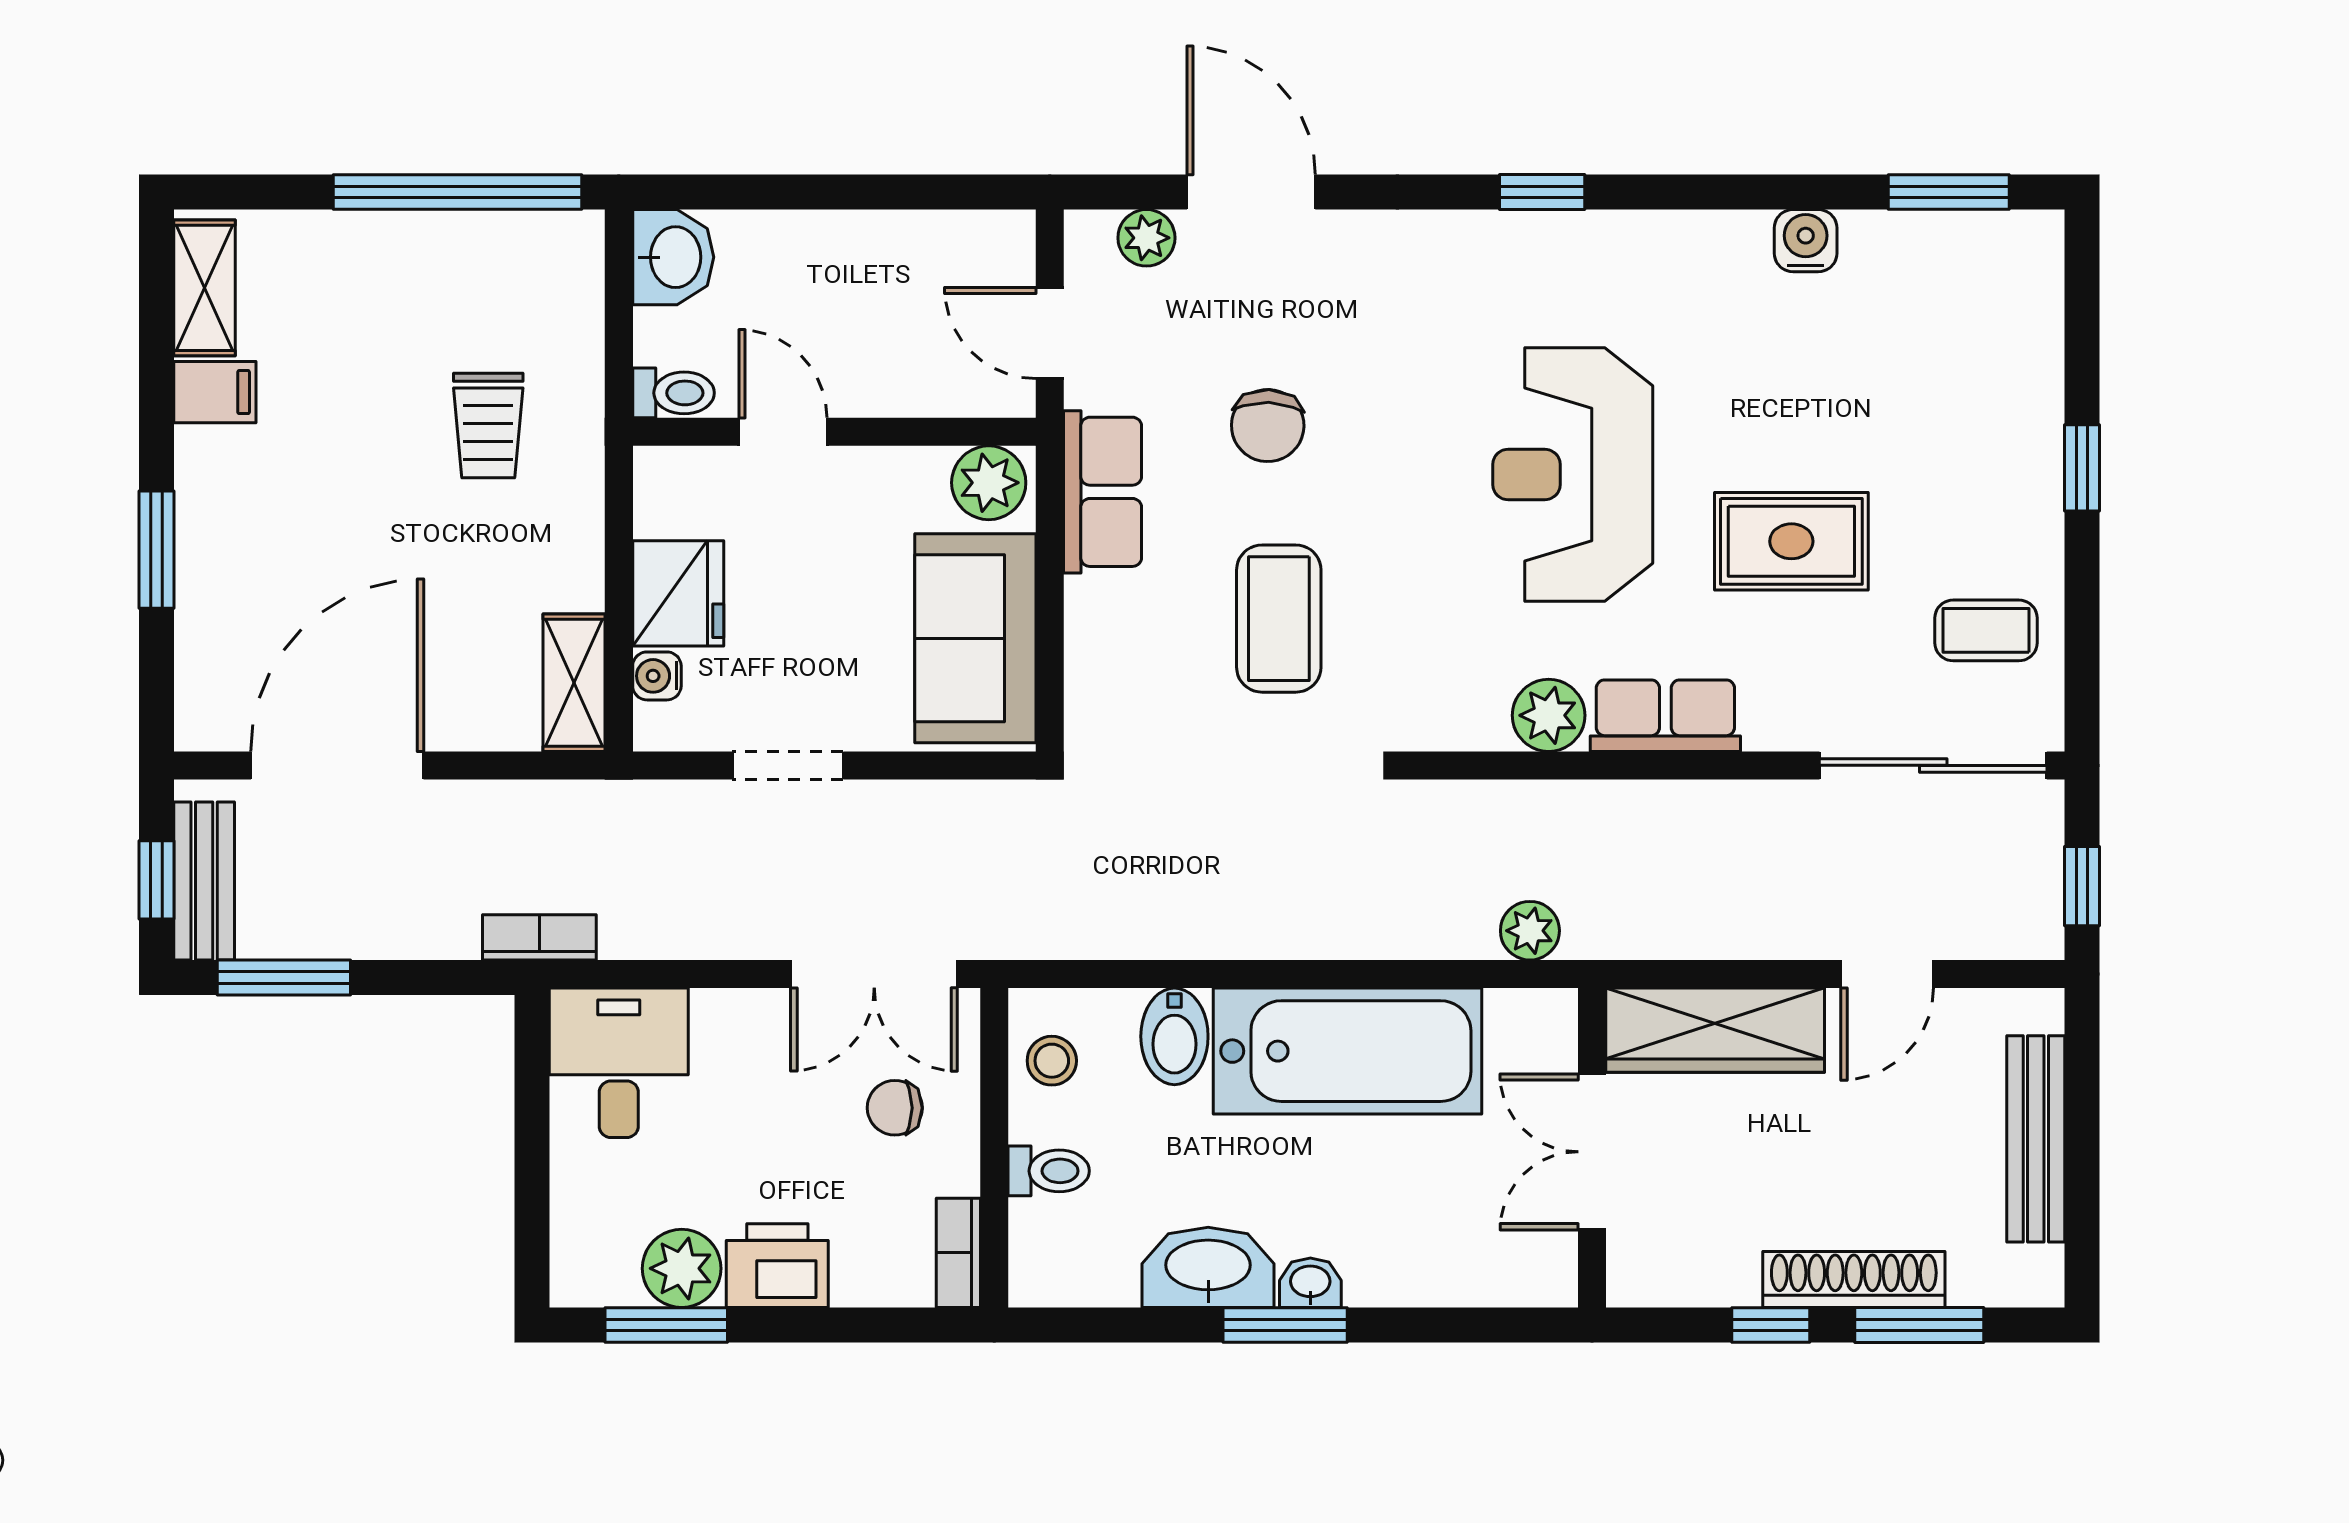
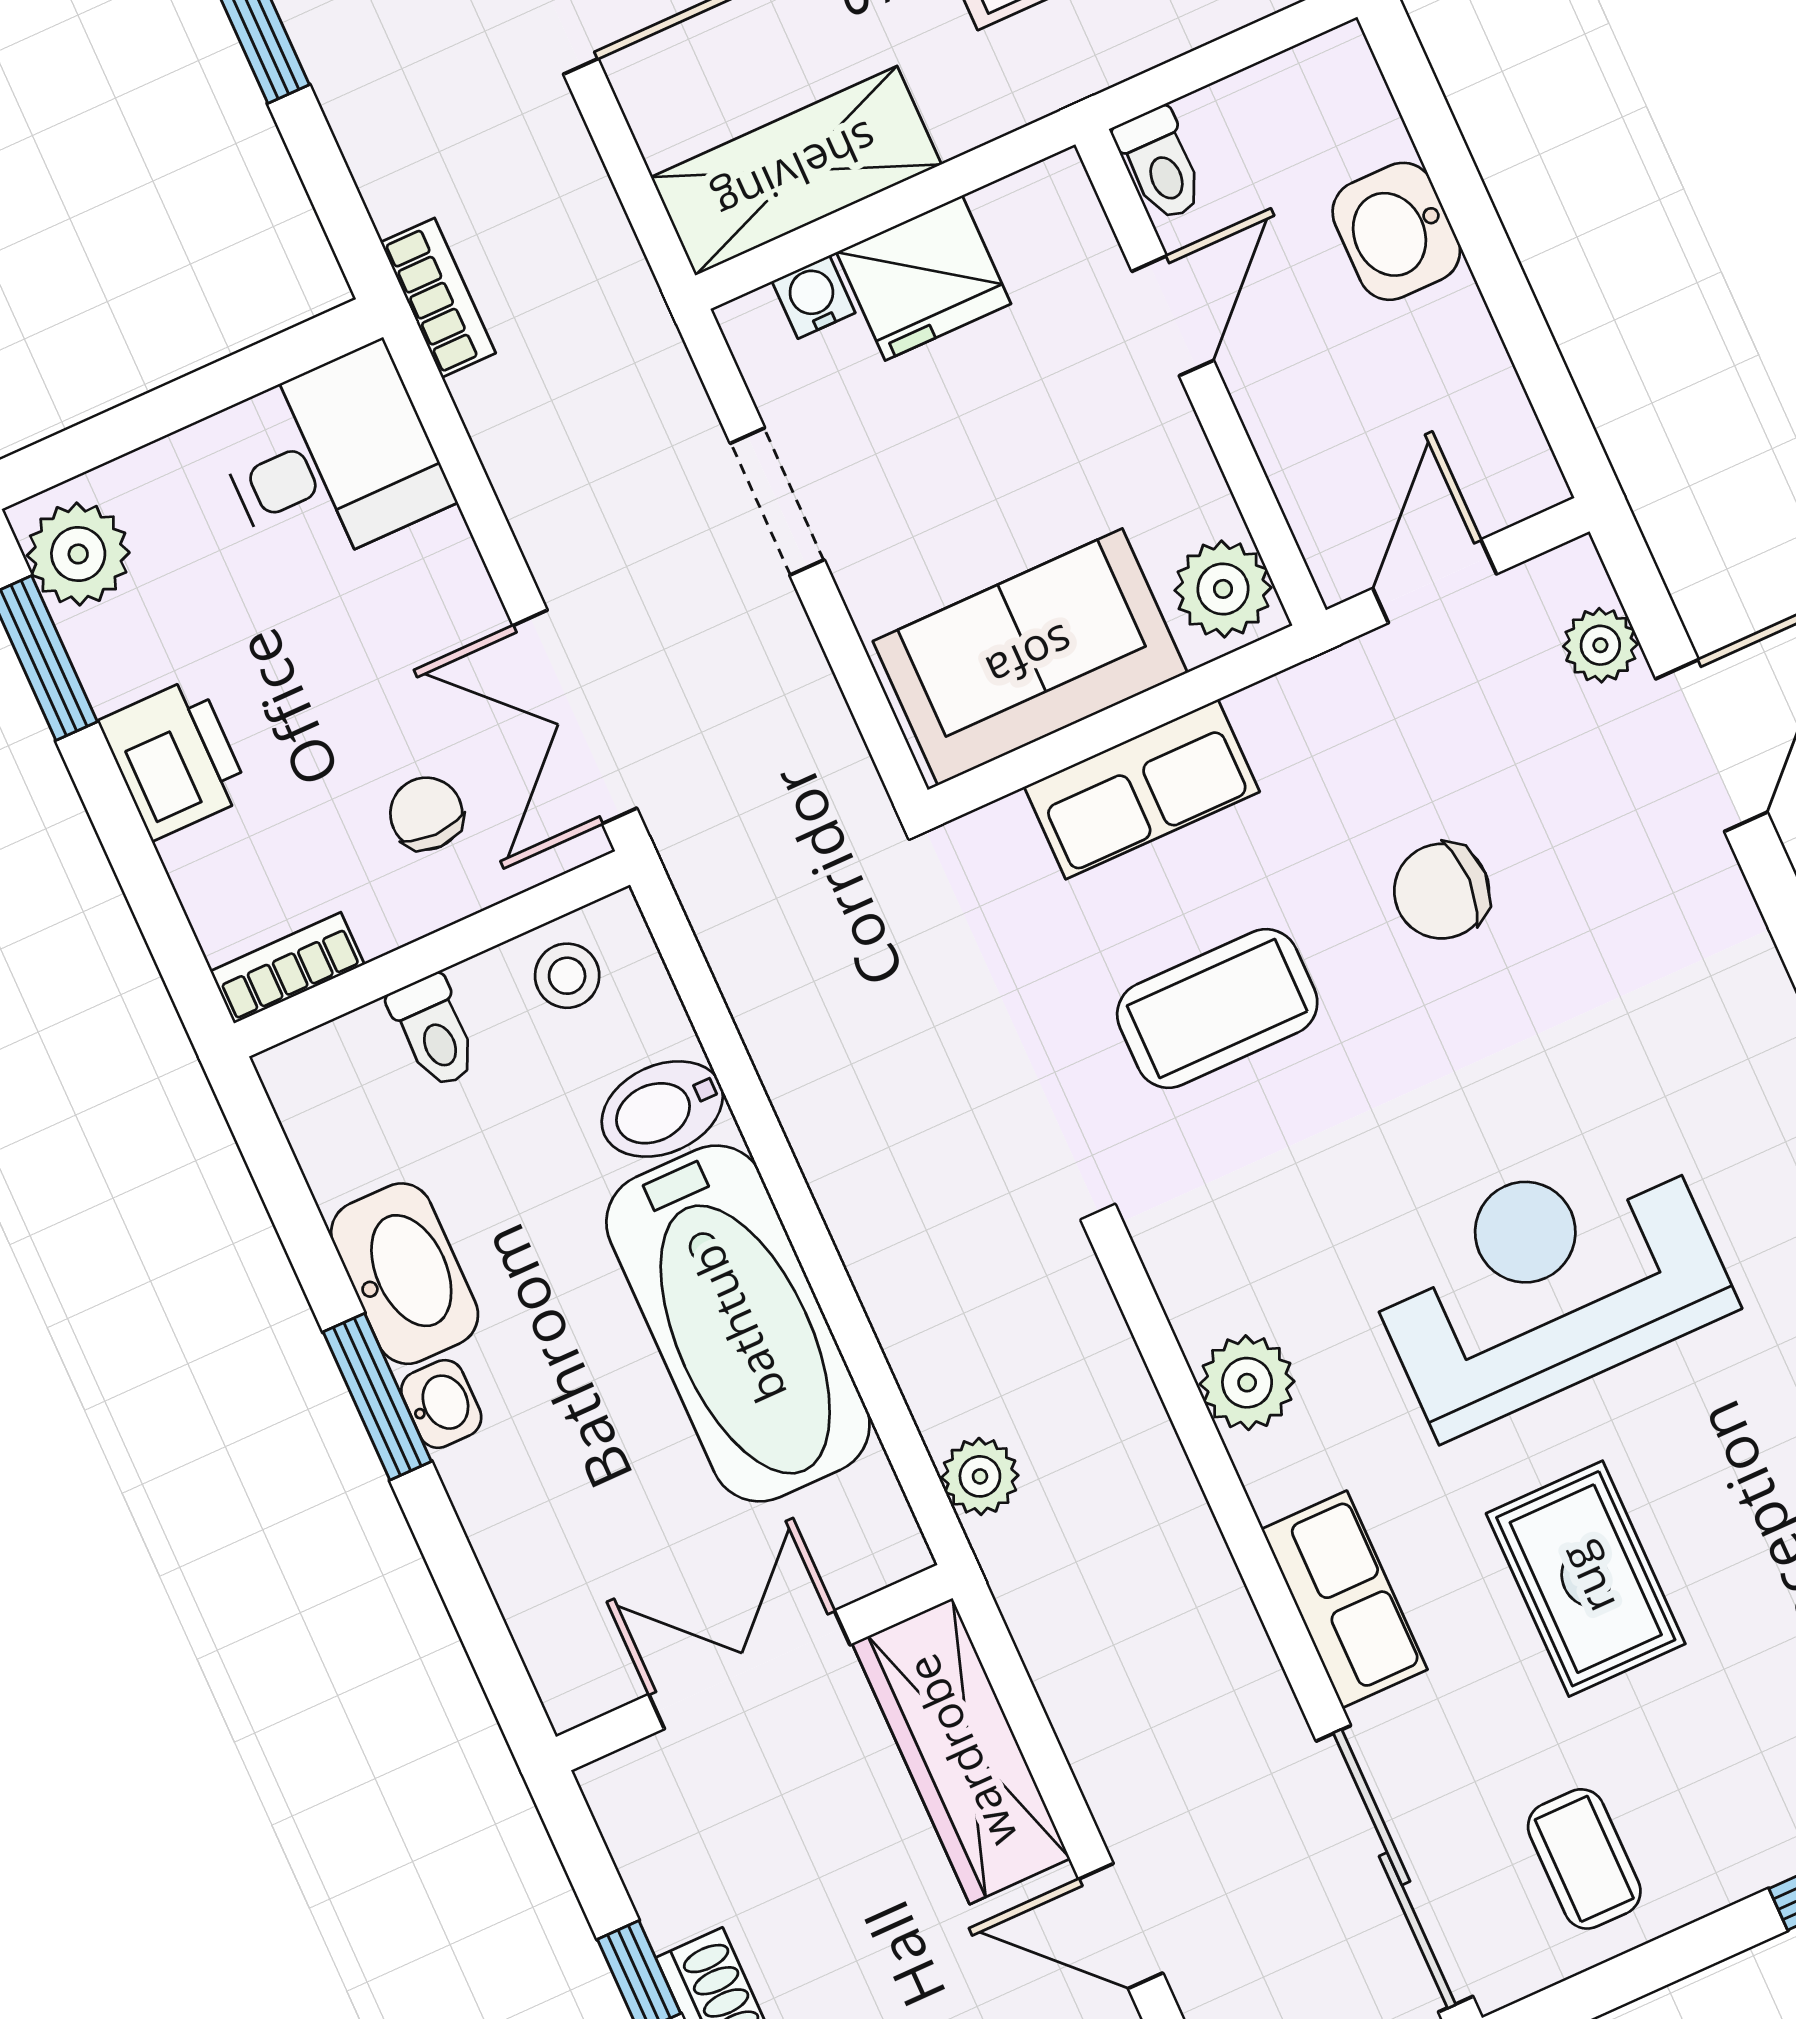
washbasin: (673, 257) -> (1396, 231), moved, turned 90
row of seats: (1103, 492) -> (1142, 789), moved
shelving: (574, 683) -> (796, 171), width x1.50, depth x1.33
row of seats: (1665, 716) -> (1344, 1599), moved
plant: (682, 1268) -> (78, 554), moved

